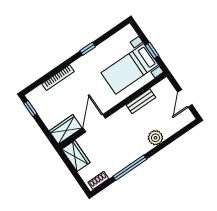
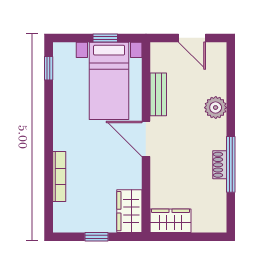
window: (88, 49) -> (49, 68), moved
window: (30, 109) -> (97, 237), moved
door: (94, 123) -> (146, 139), moved
shoe rack: (98, 180) -> (220, 165), moved

